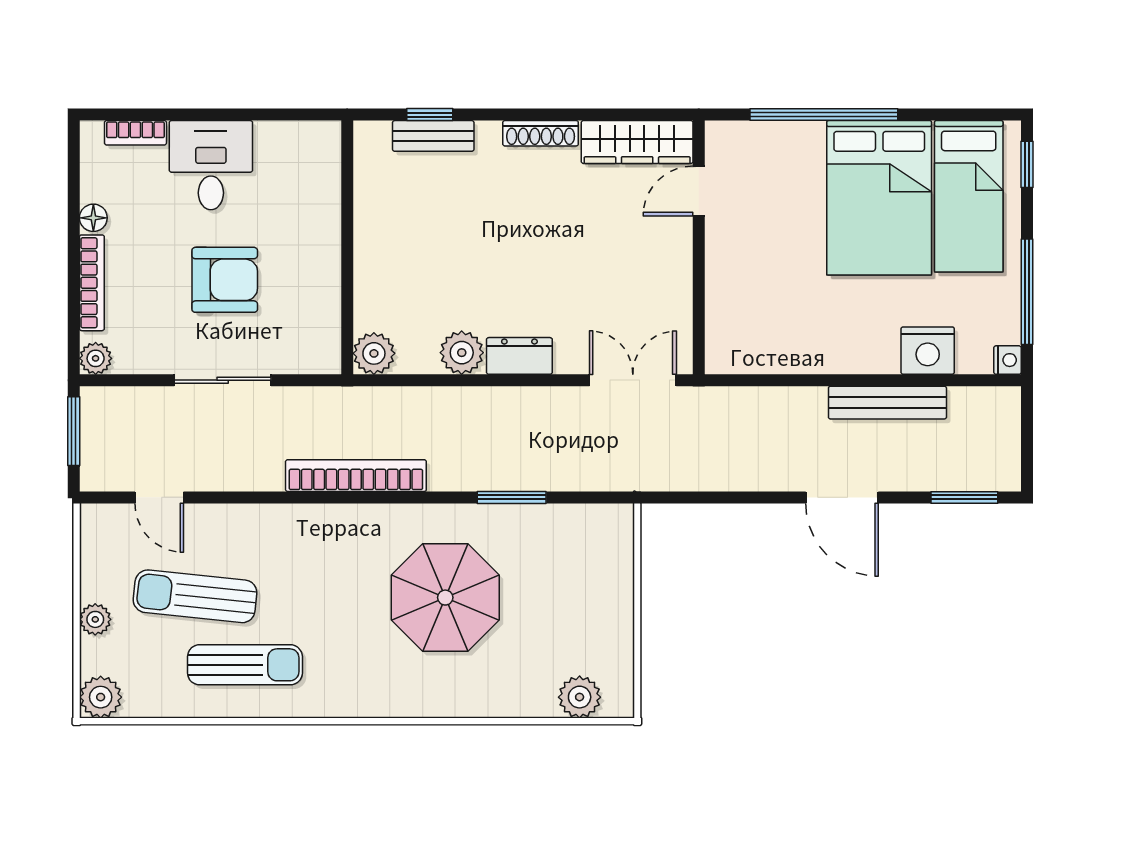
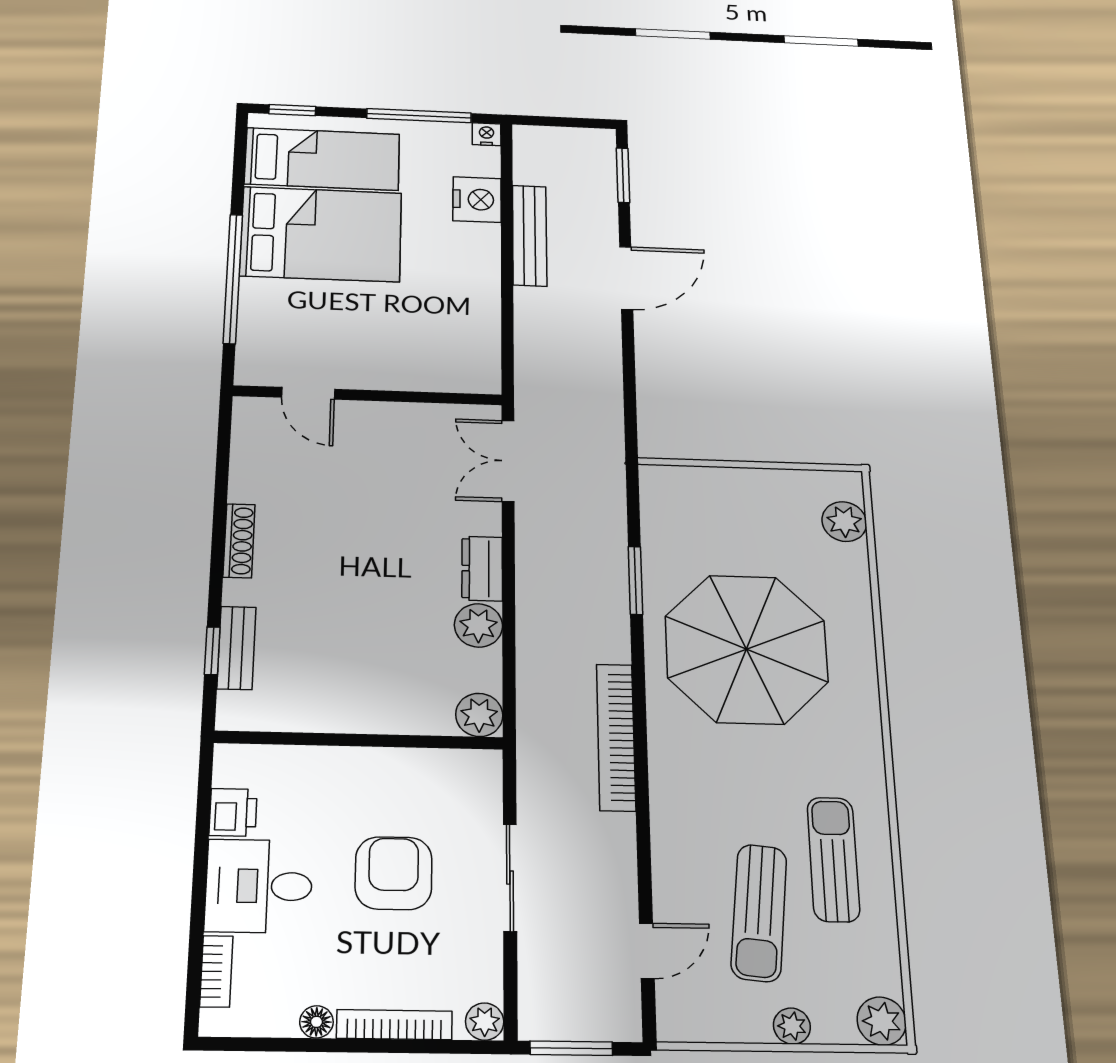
printer: (277, 140) -> (233, 812), added
wardrobe: (637, 142) -> (253, 449), removed
parasol: (445, 598) -> (747, 649), width x1.36, depth x1.36

